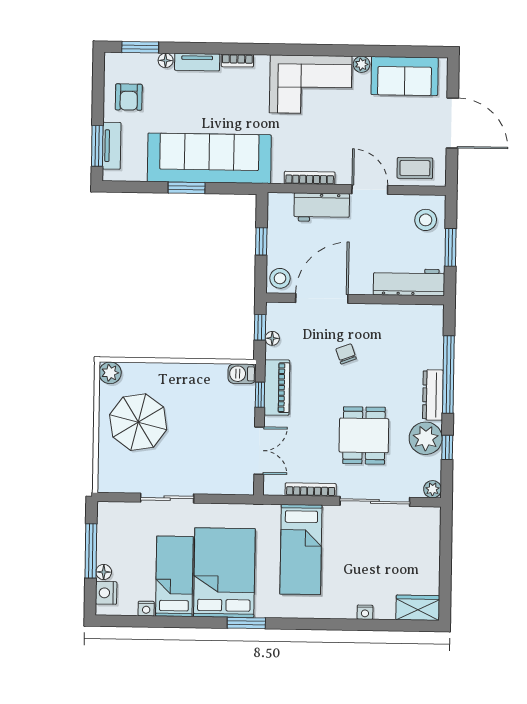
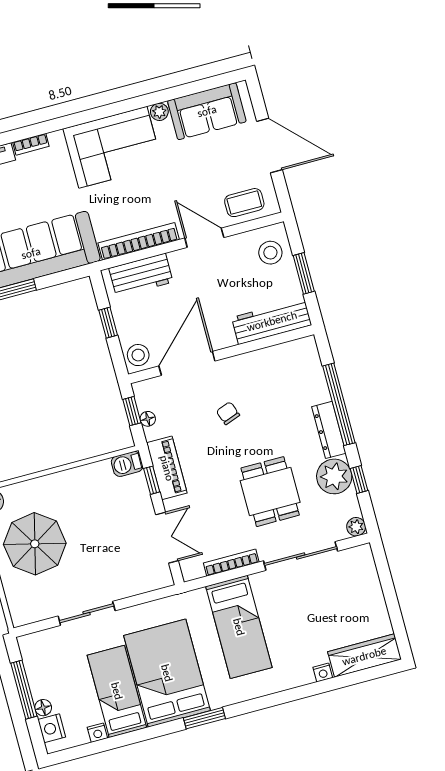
bookcase: (310, 178) -> (139, 241), width x1.48, depth x1.31
workbench: (322, 207) -> (141, 275), moved
wardrobe: (418, 608) -> (364, 656), width x1.50

